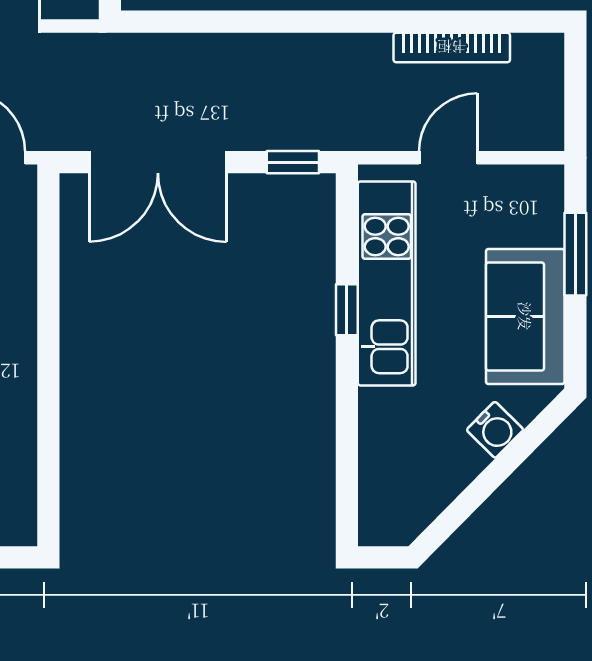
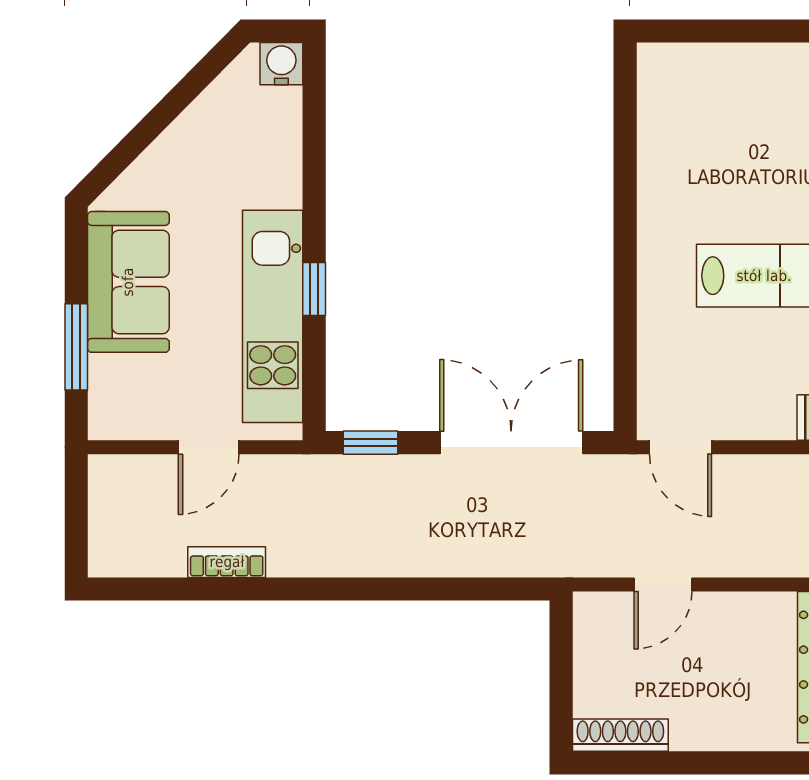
bookcase: (452, 47) -> (227, 562), width x0.64
water cooler: (495, 430) -> (281, 64), moved, turned 45

